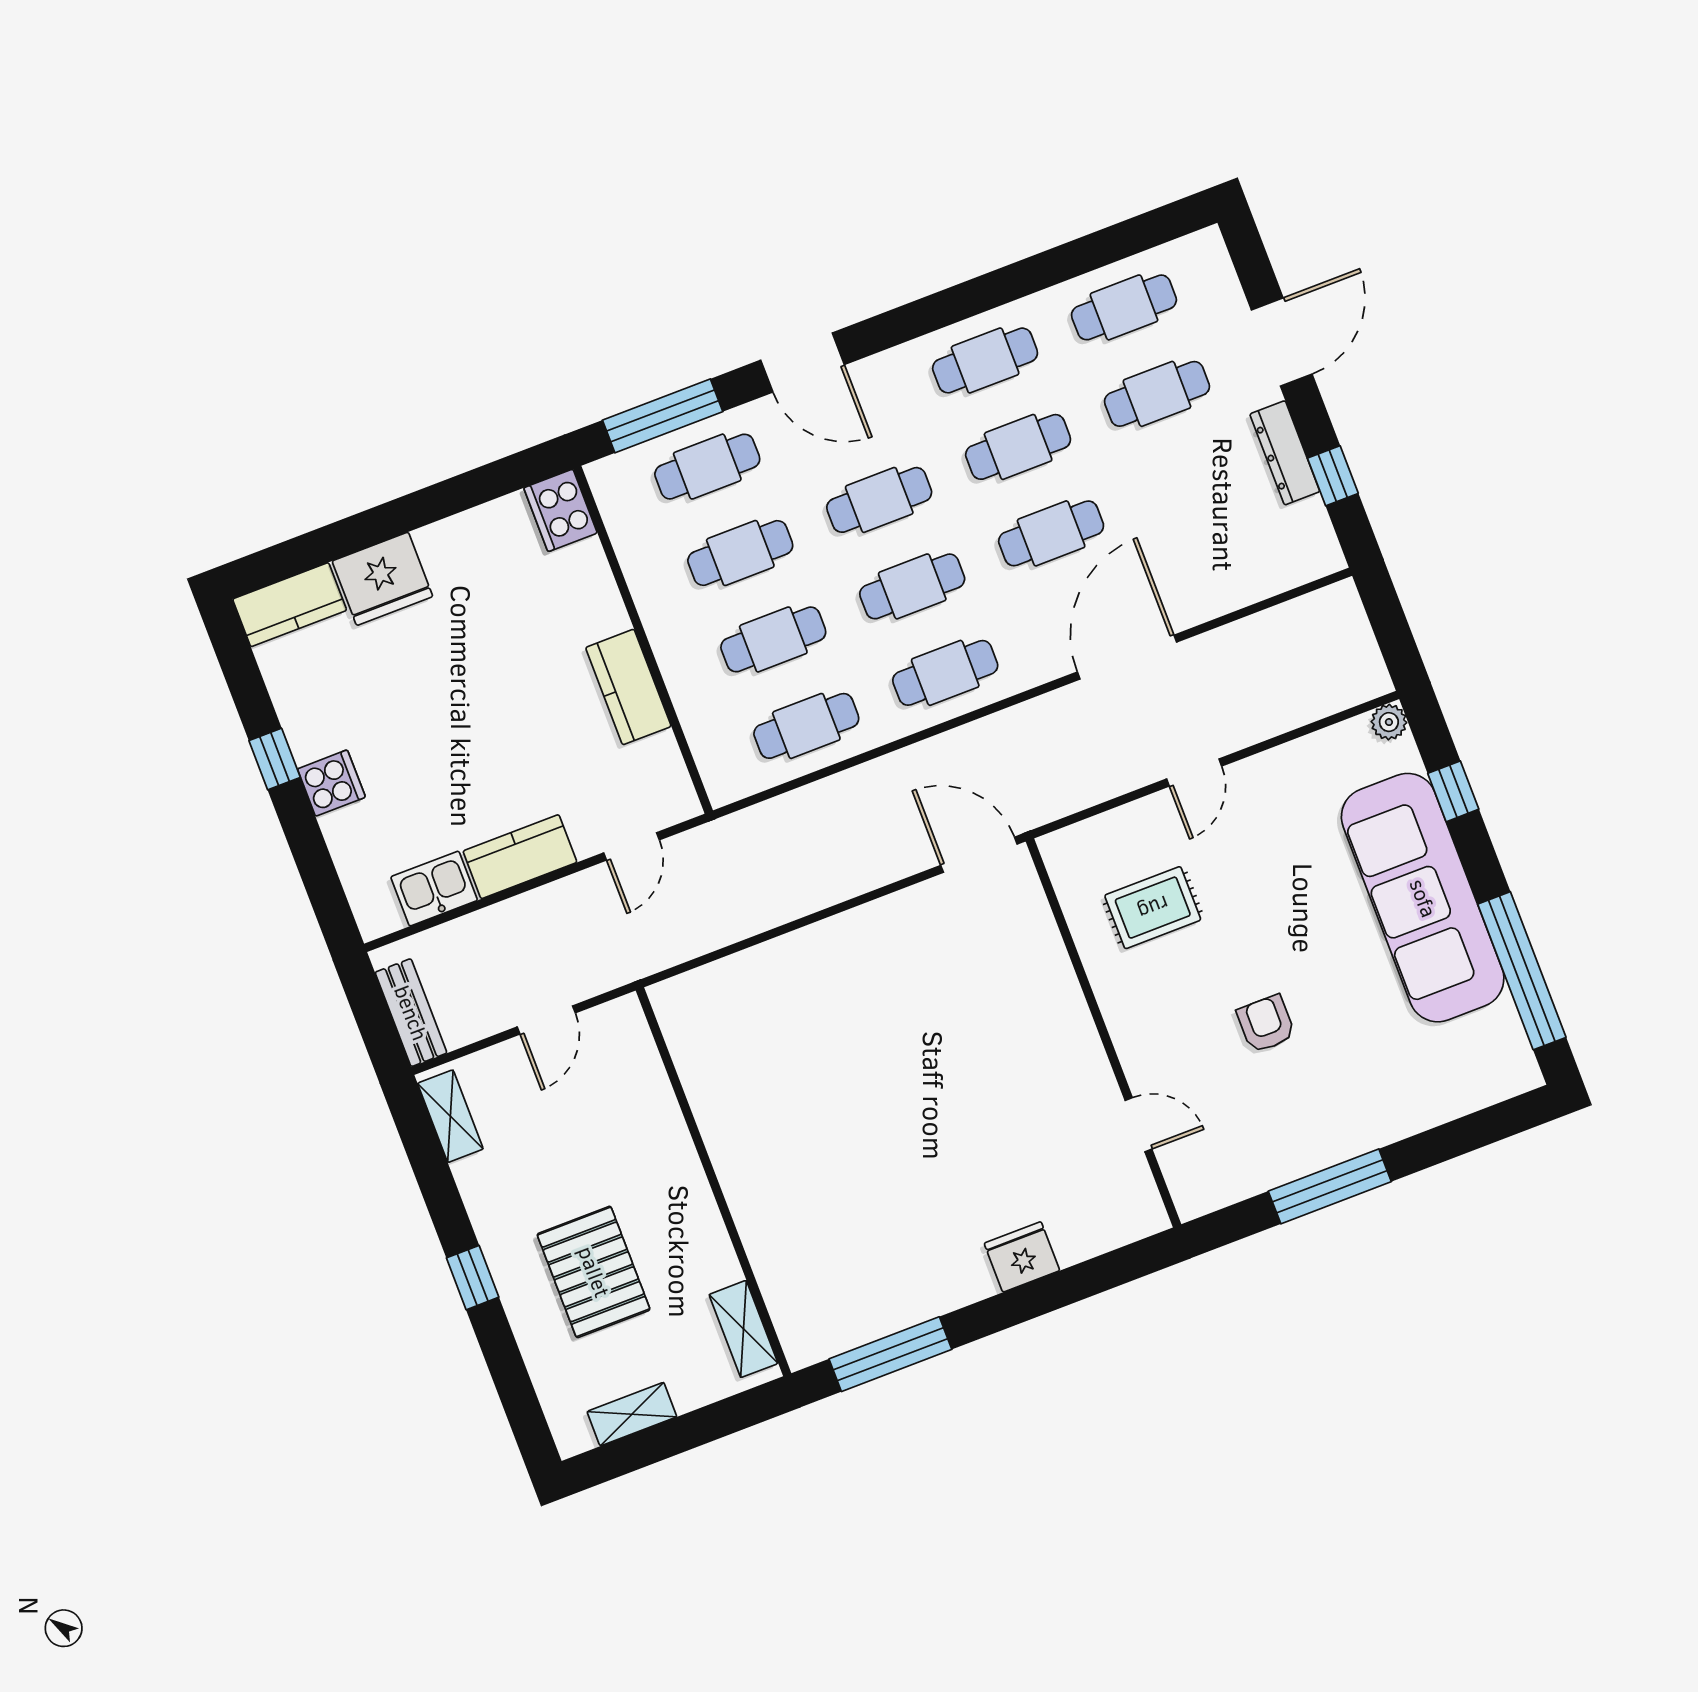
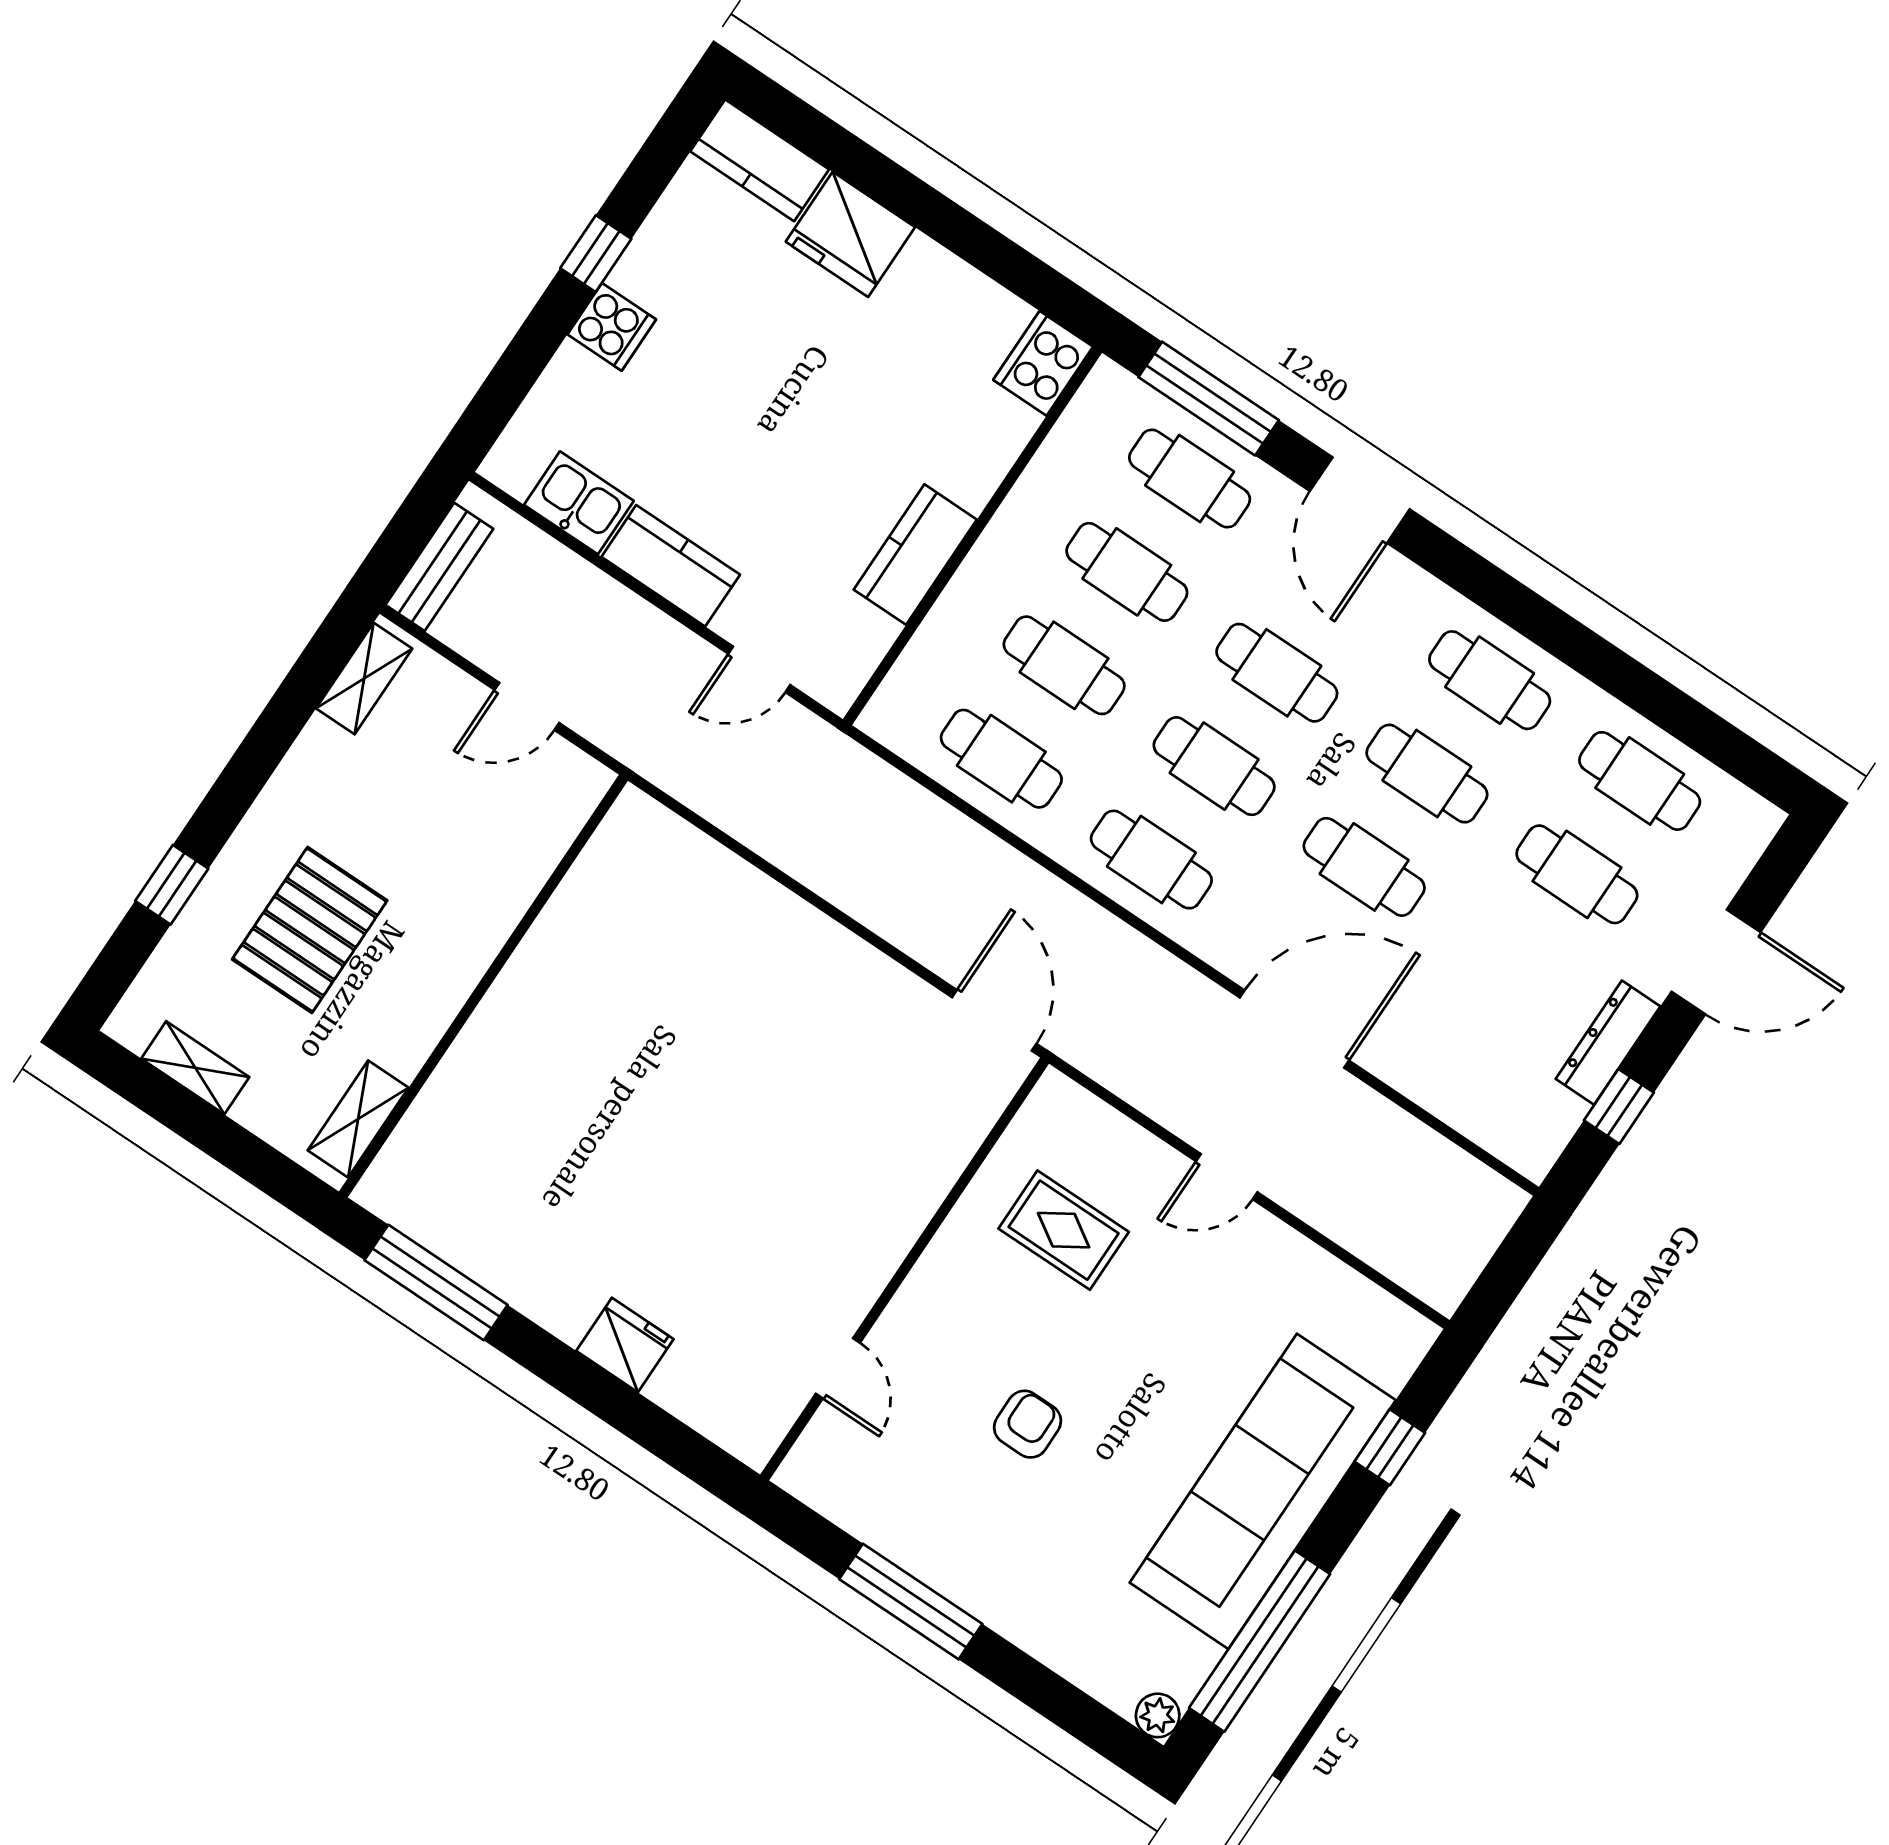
plant: (1389, 722) -> (1158, 1715), moved
window: (473, 1278) -> (172, 885), moved

